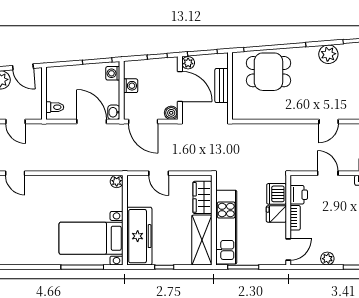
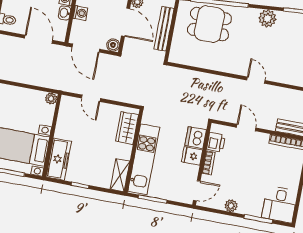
bench: (222, 86) -> (164, 29), width x1.36
washbasin: (114, 112) -> (65, 13), moved
door: (329, 122) -> (256, 80), swing flipped
freezer: (139, 236) -> (59, 159), width x0.73, depth x0.79
shelving: (202, 240) -> (120, 175), width x0.67, depth x0.75

